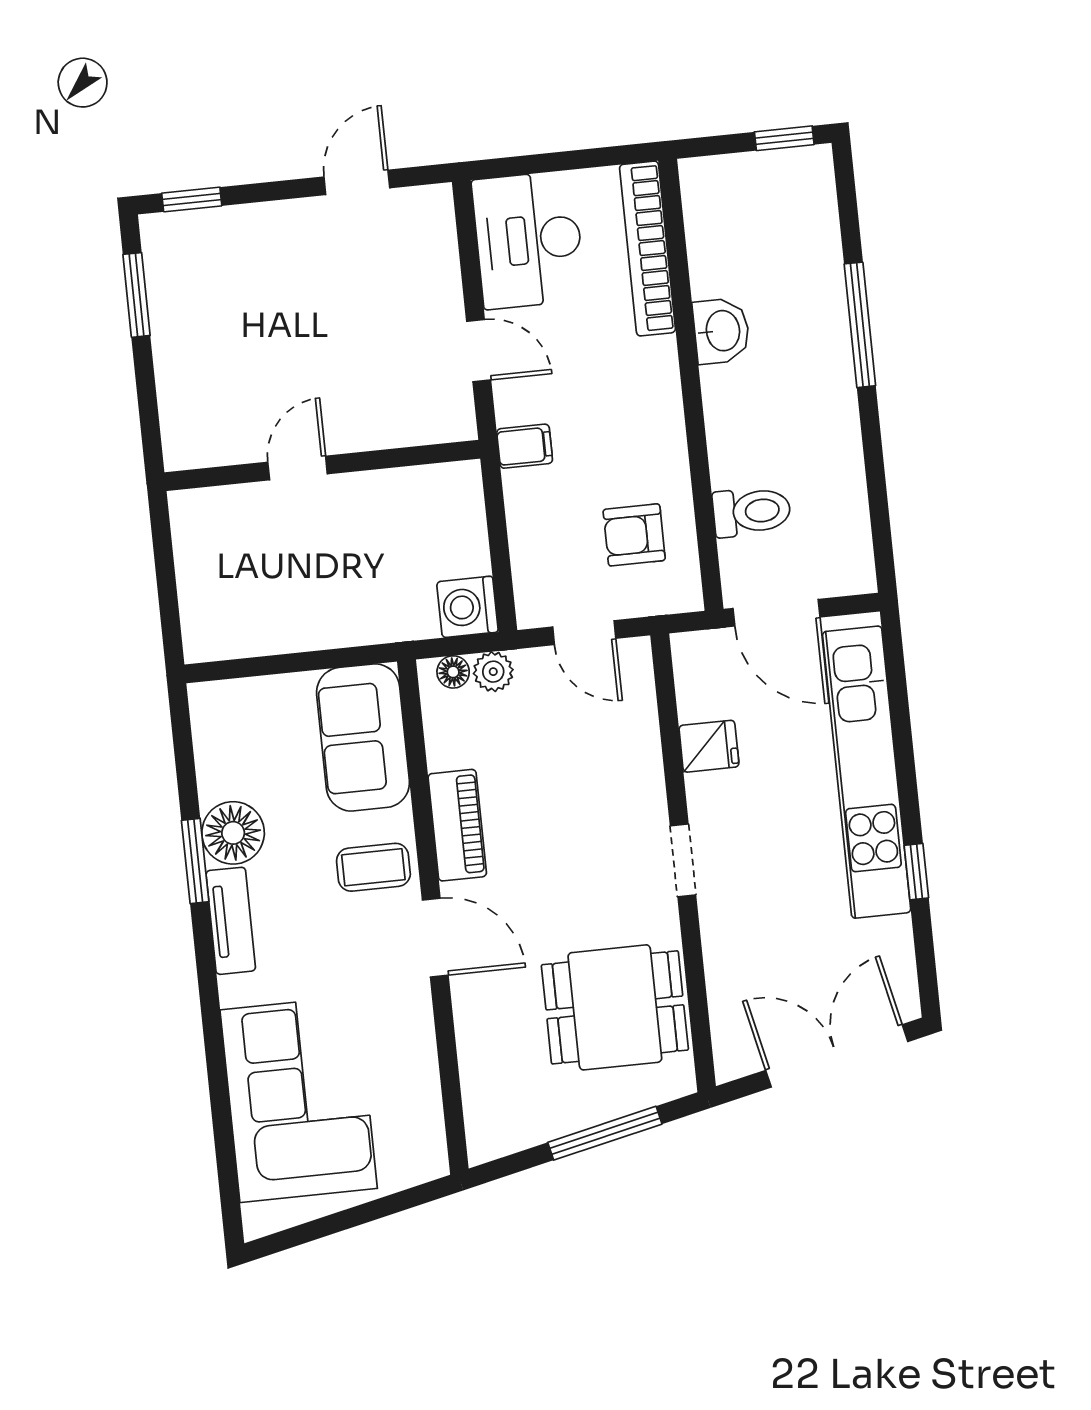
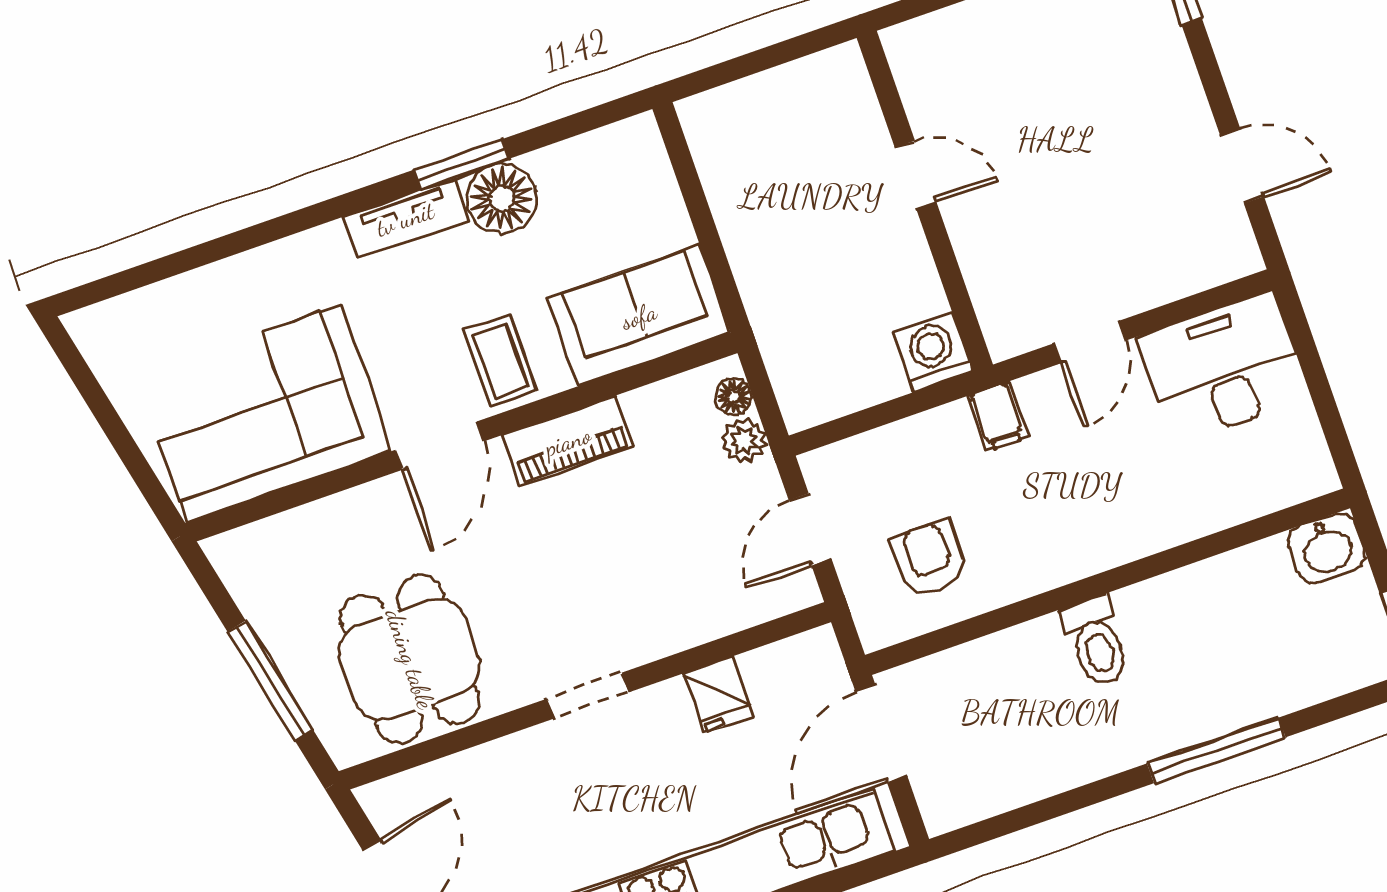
bookcase: (647, 249) -> (1245, 499), removed
washbasin: (721, 331) -> (1327, 548), moved
toilet: (752, 512) -> (1096, 642), moved
washing machine: (467, 607) -> (933, 352), moved
corner sofa: (299, 1099) -> (264, 414), moved, turned 180

